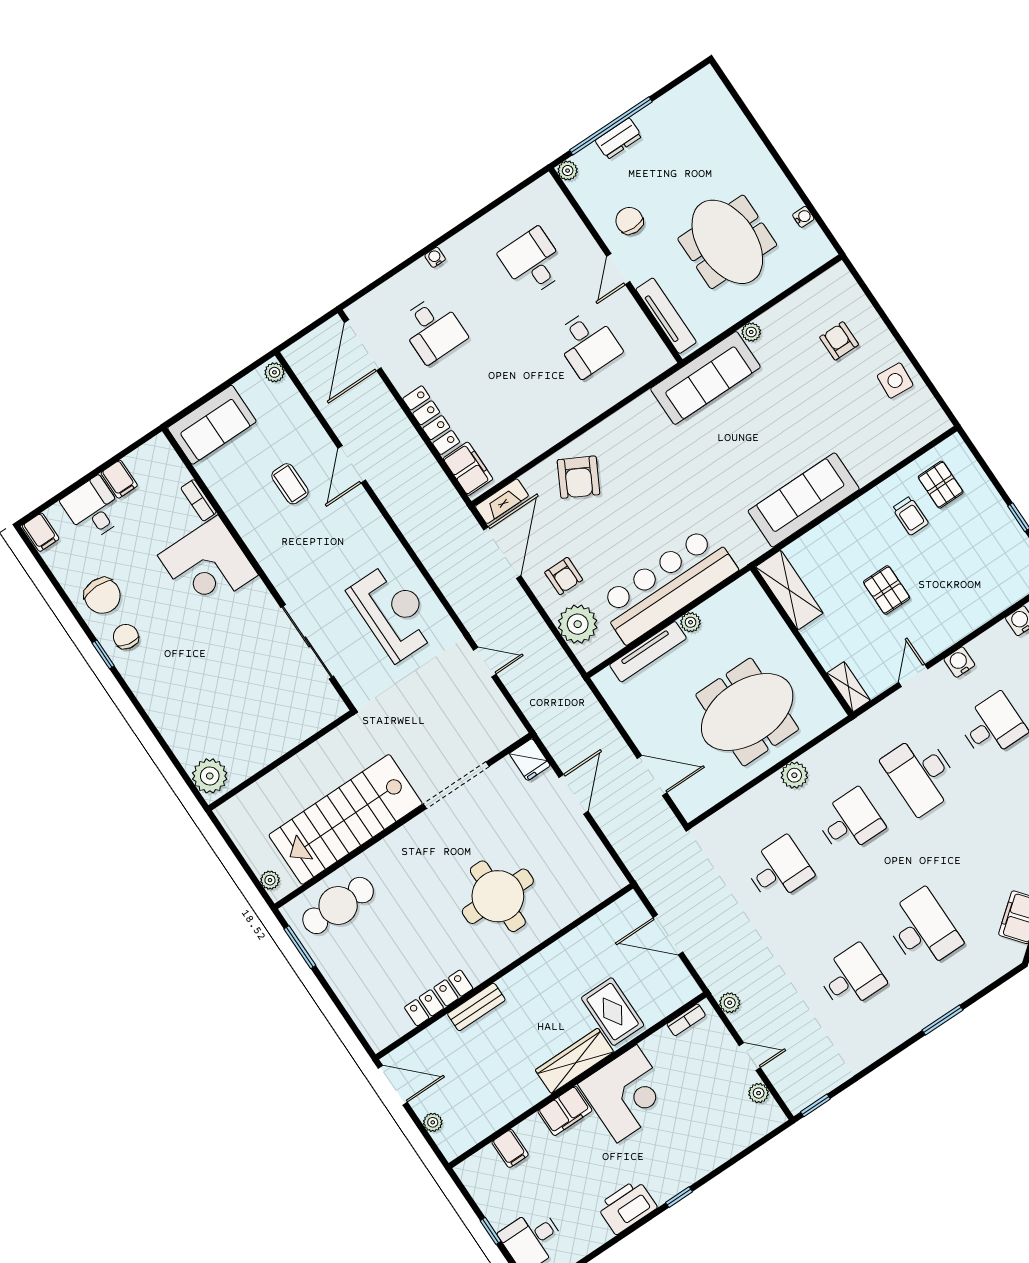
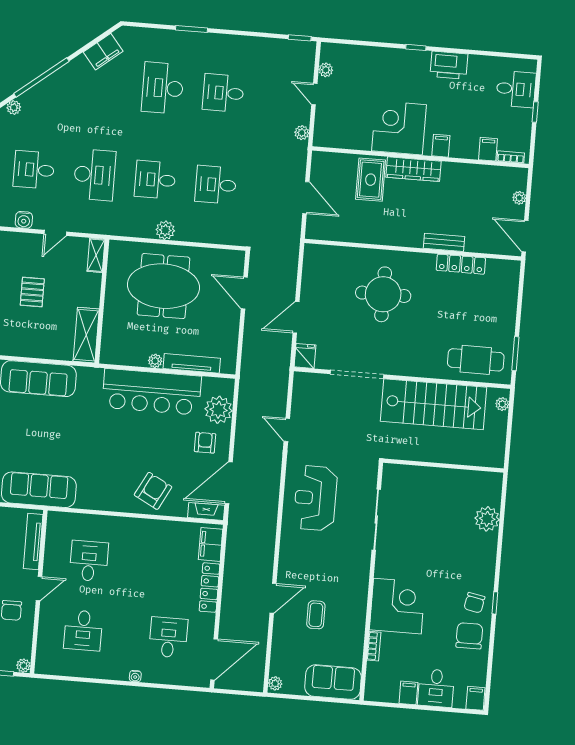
plant: (210, 776) -> (487, 519), moved
bookcase: (686, 1020) -> (511, 157), moved
filing cabinet: (565, 1111) -> (441, 146), width x0.50

